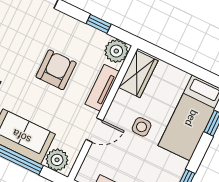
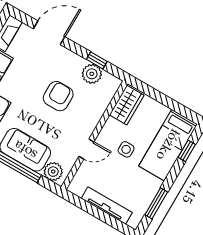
plant: (116, 51) -> (92, 74), moved
tv unit: (102, 88) -> (96, 114), removed

